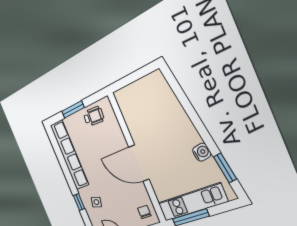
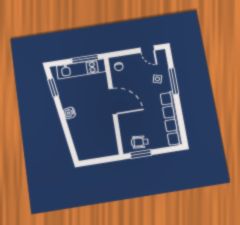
window: (73, 109) -> (141, 154), moved
water cooler: (202, 152) -> (69, 113), moved
window: (79, 202) -> (174, 81), width x2.17

